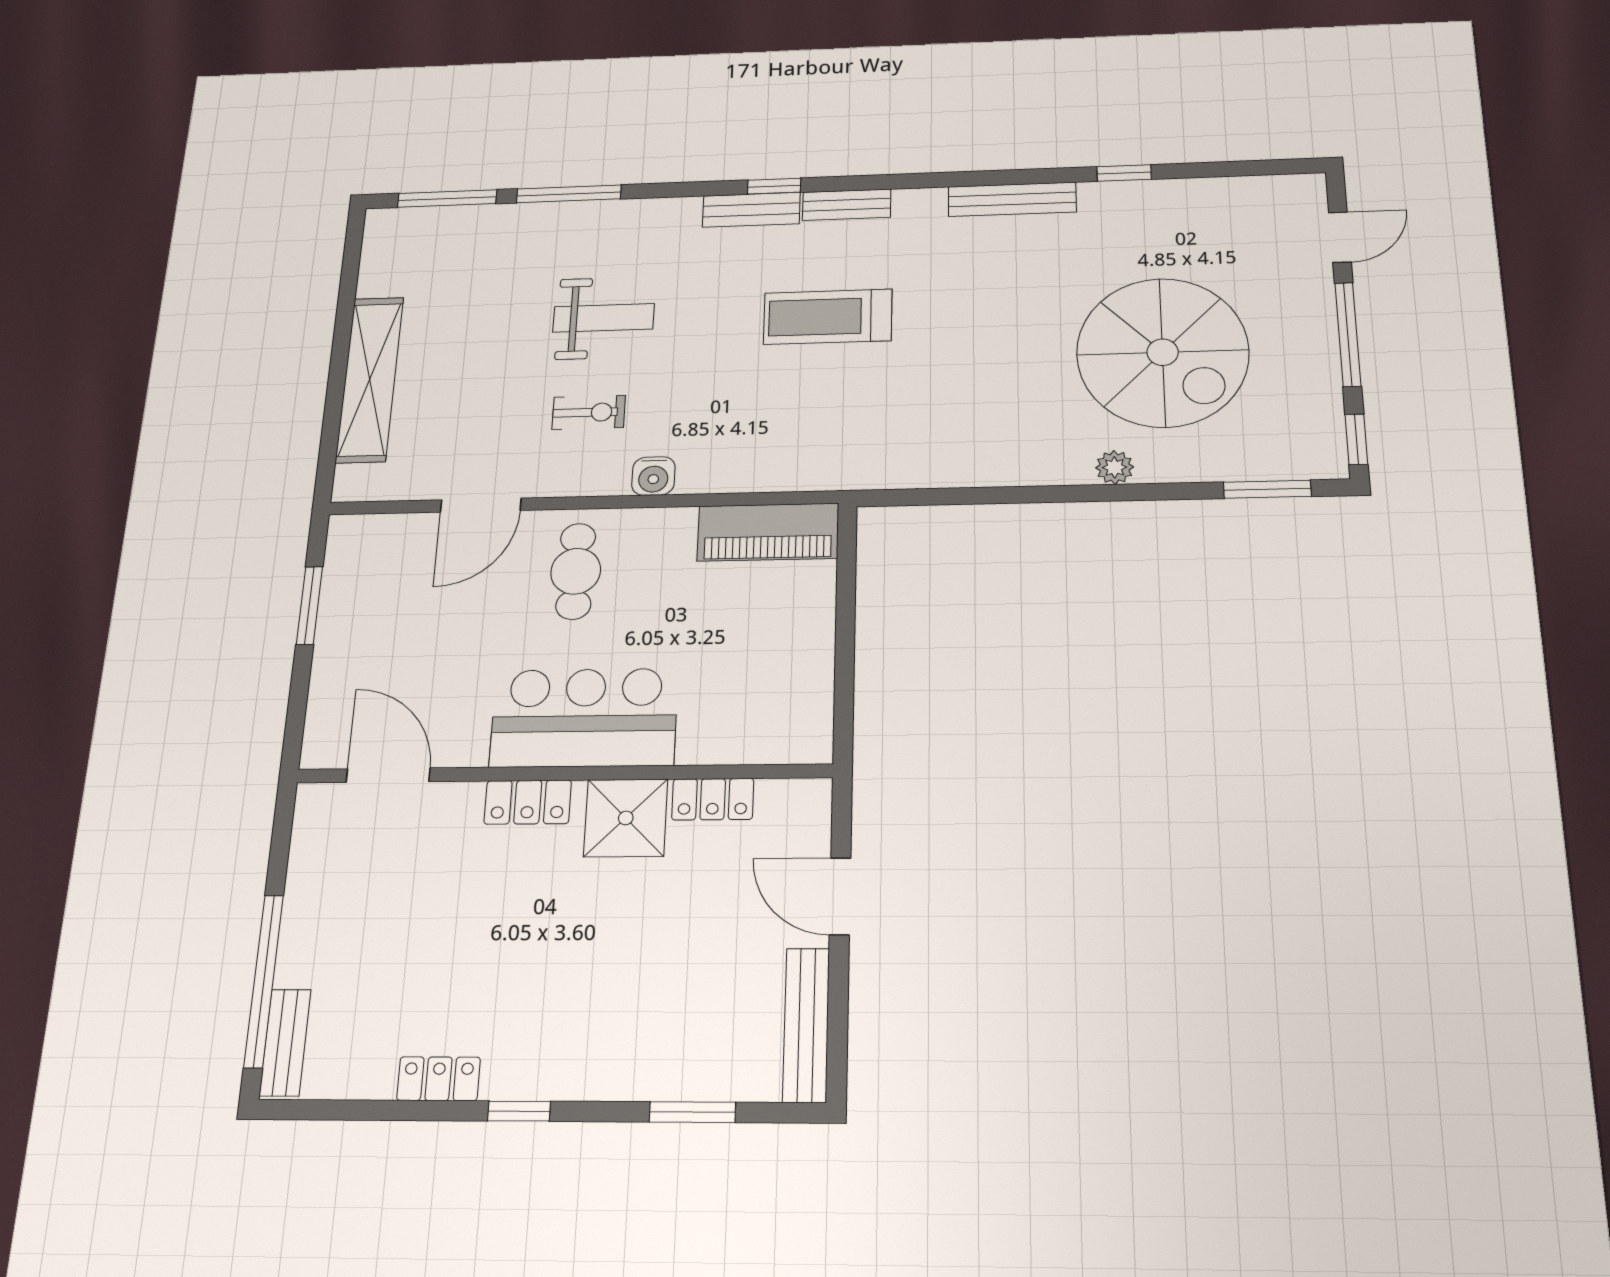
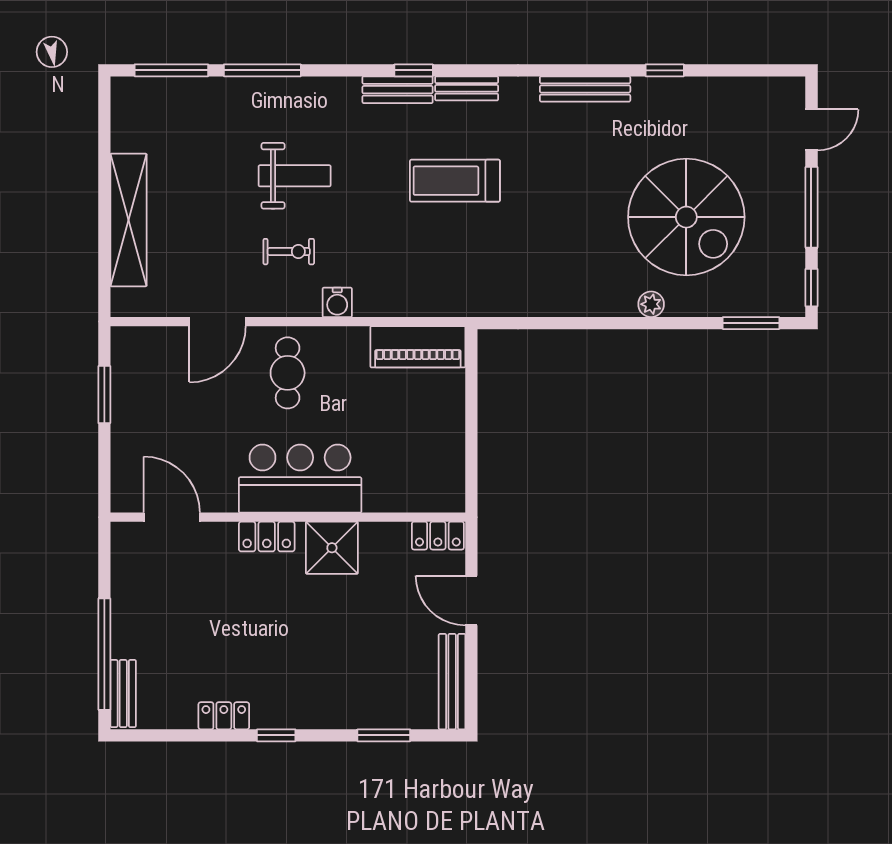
locker: (713, 799) -> (438, 536), moved

